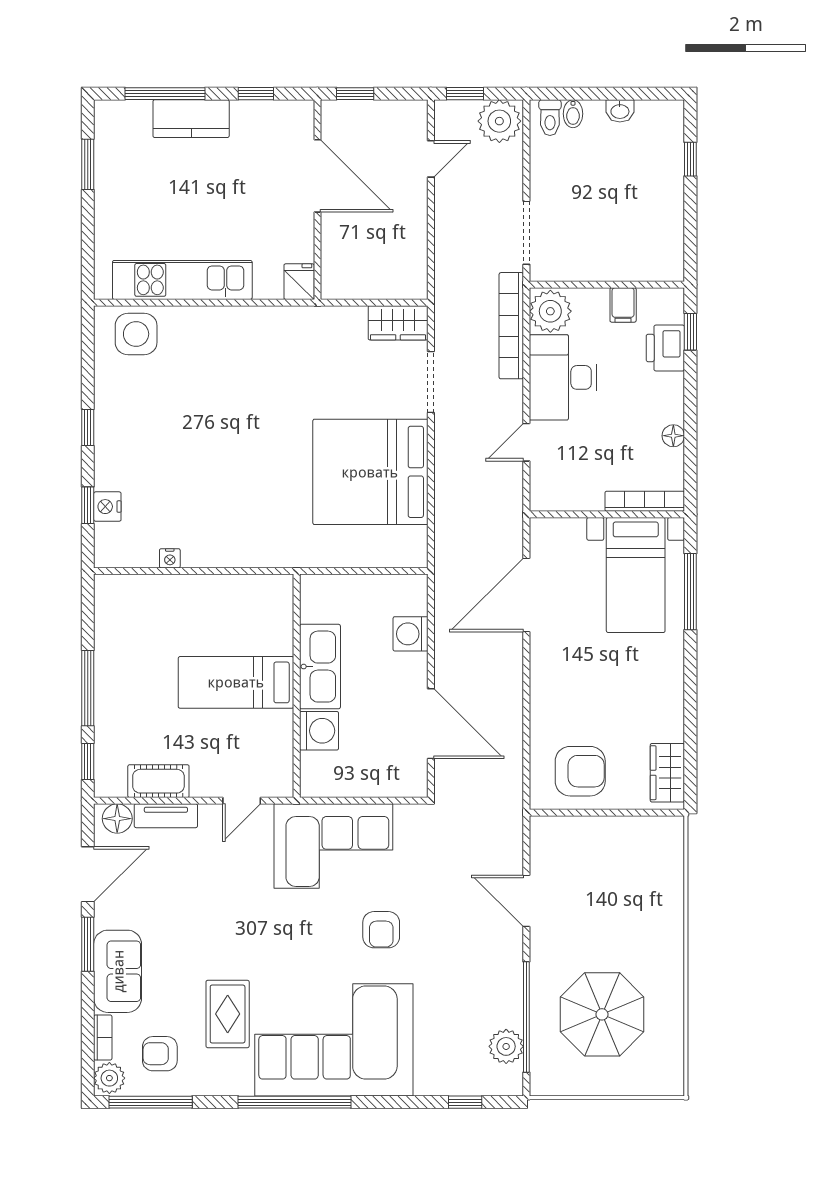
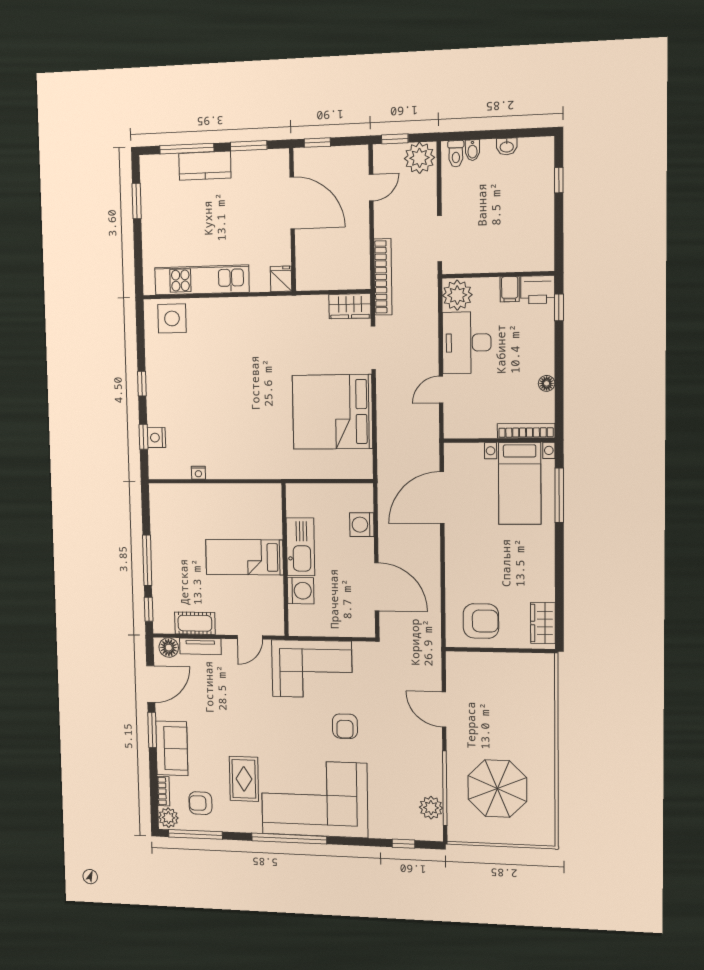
window: (256, 94) -> (249, 146), width x1.50
bookcase: (511, 326) -> (383, 277), moved, turned 180
printer: (665, 348) -> (538, 290), moved, turned -90

